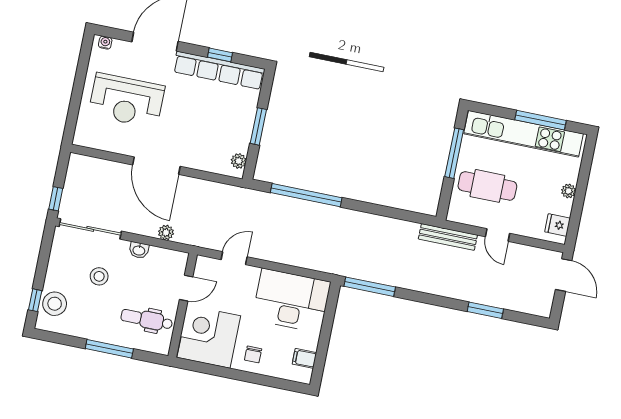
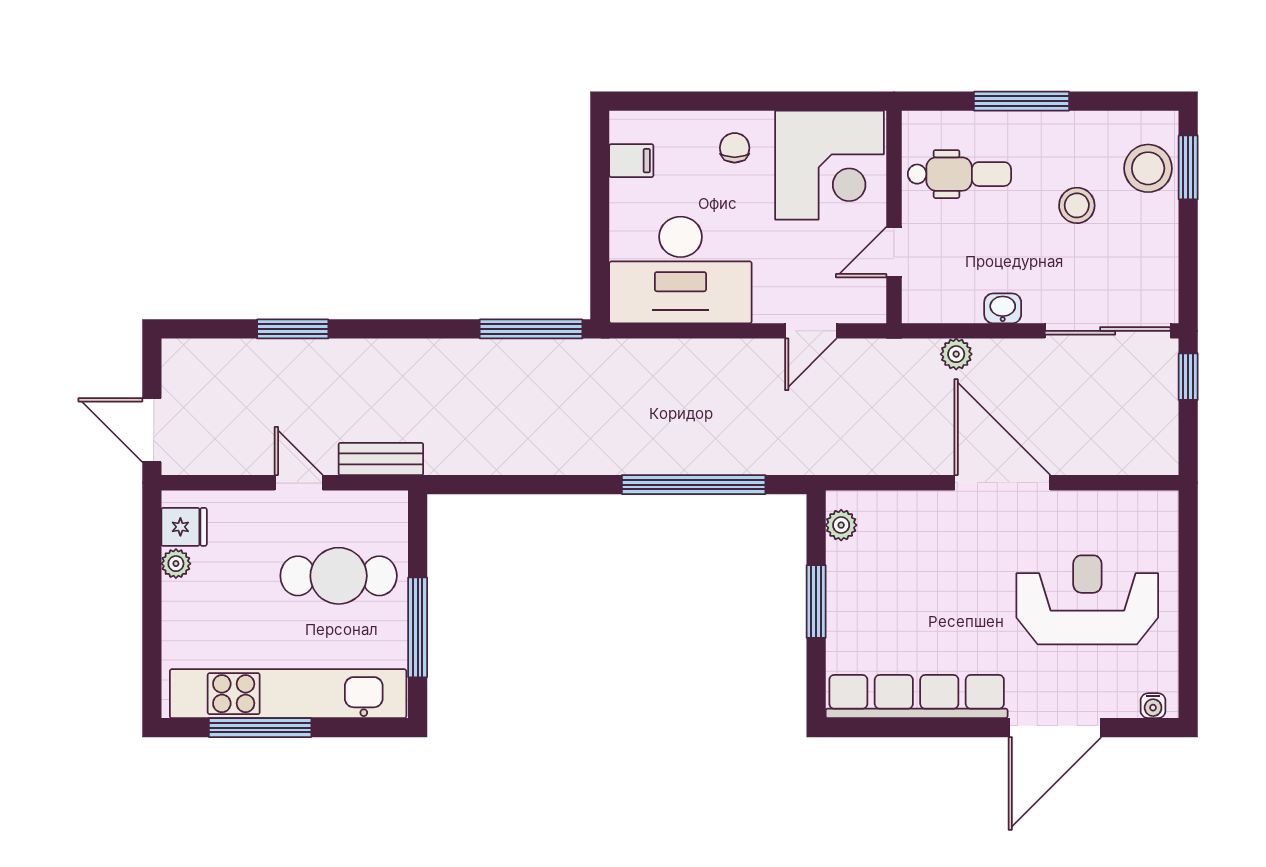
window: (220, 55) -> (921, 728), removed
plant: (569, 191) -> (176, 564), moved
bench: (448, 237) -> (381, 459), width x0.73
stool: (99, 276) -> (1077, 205), moved
window: (35, 300) -> (1188, 167), width x1.50

